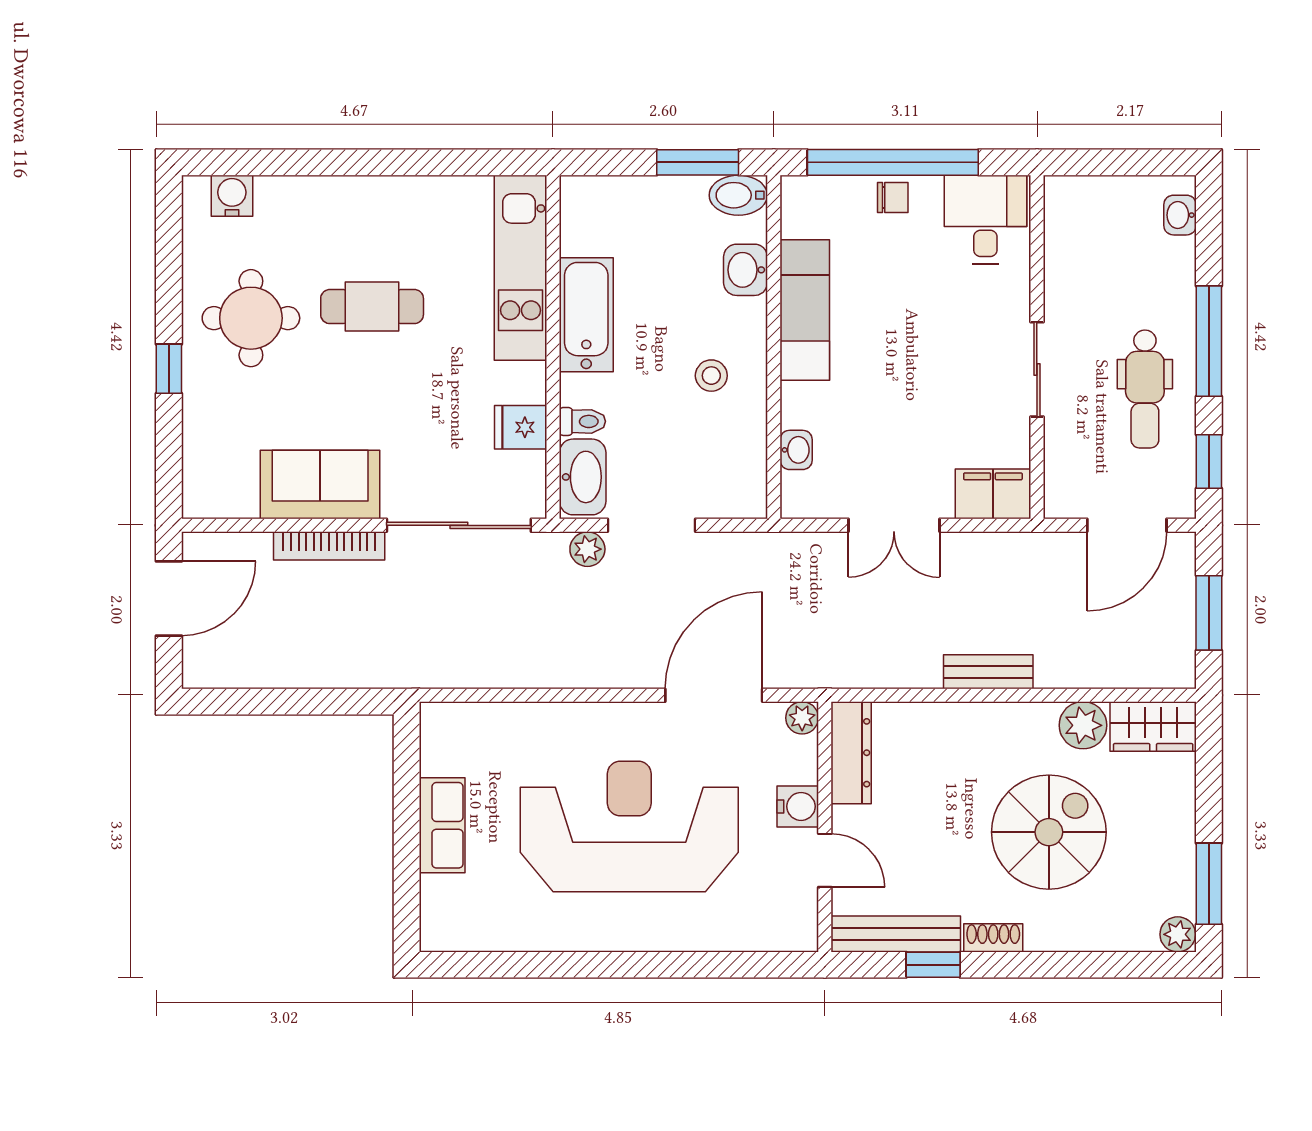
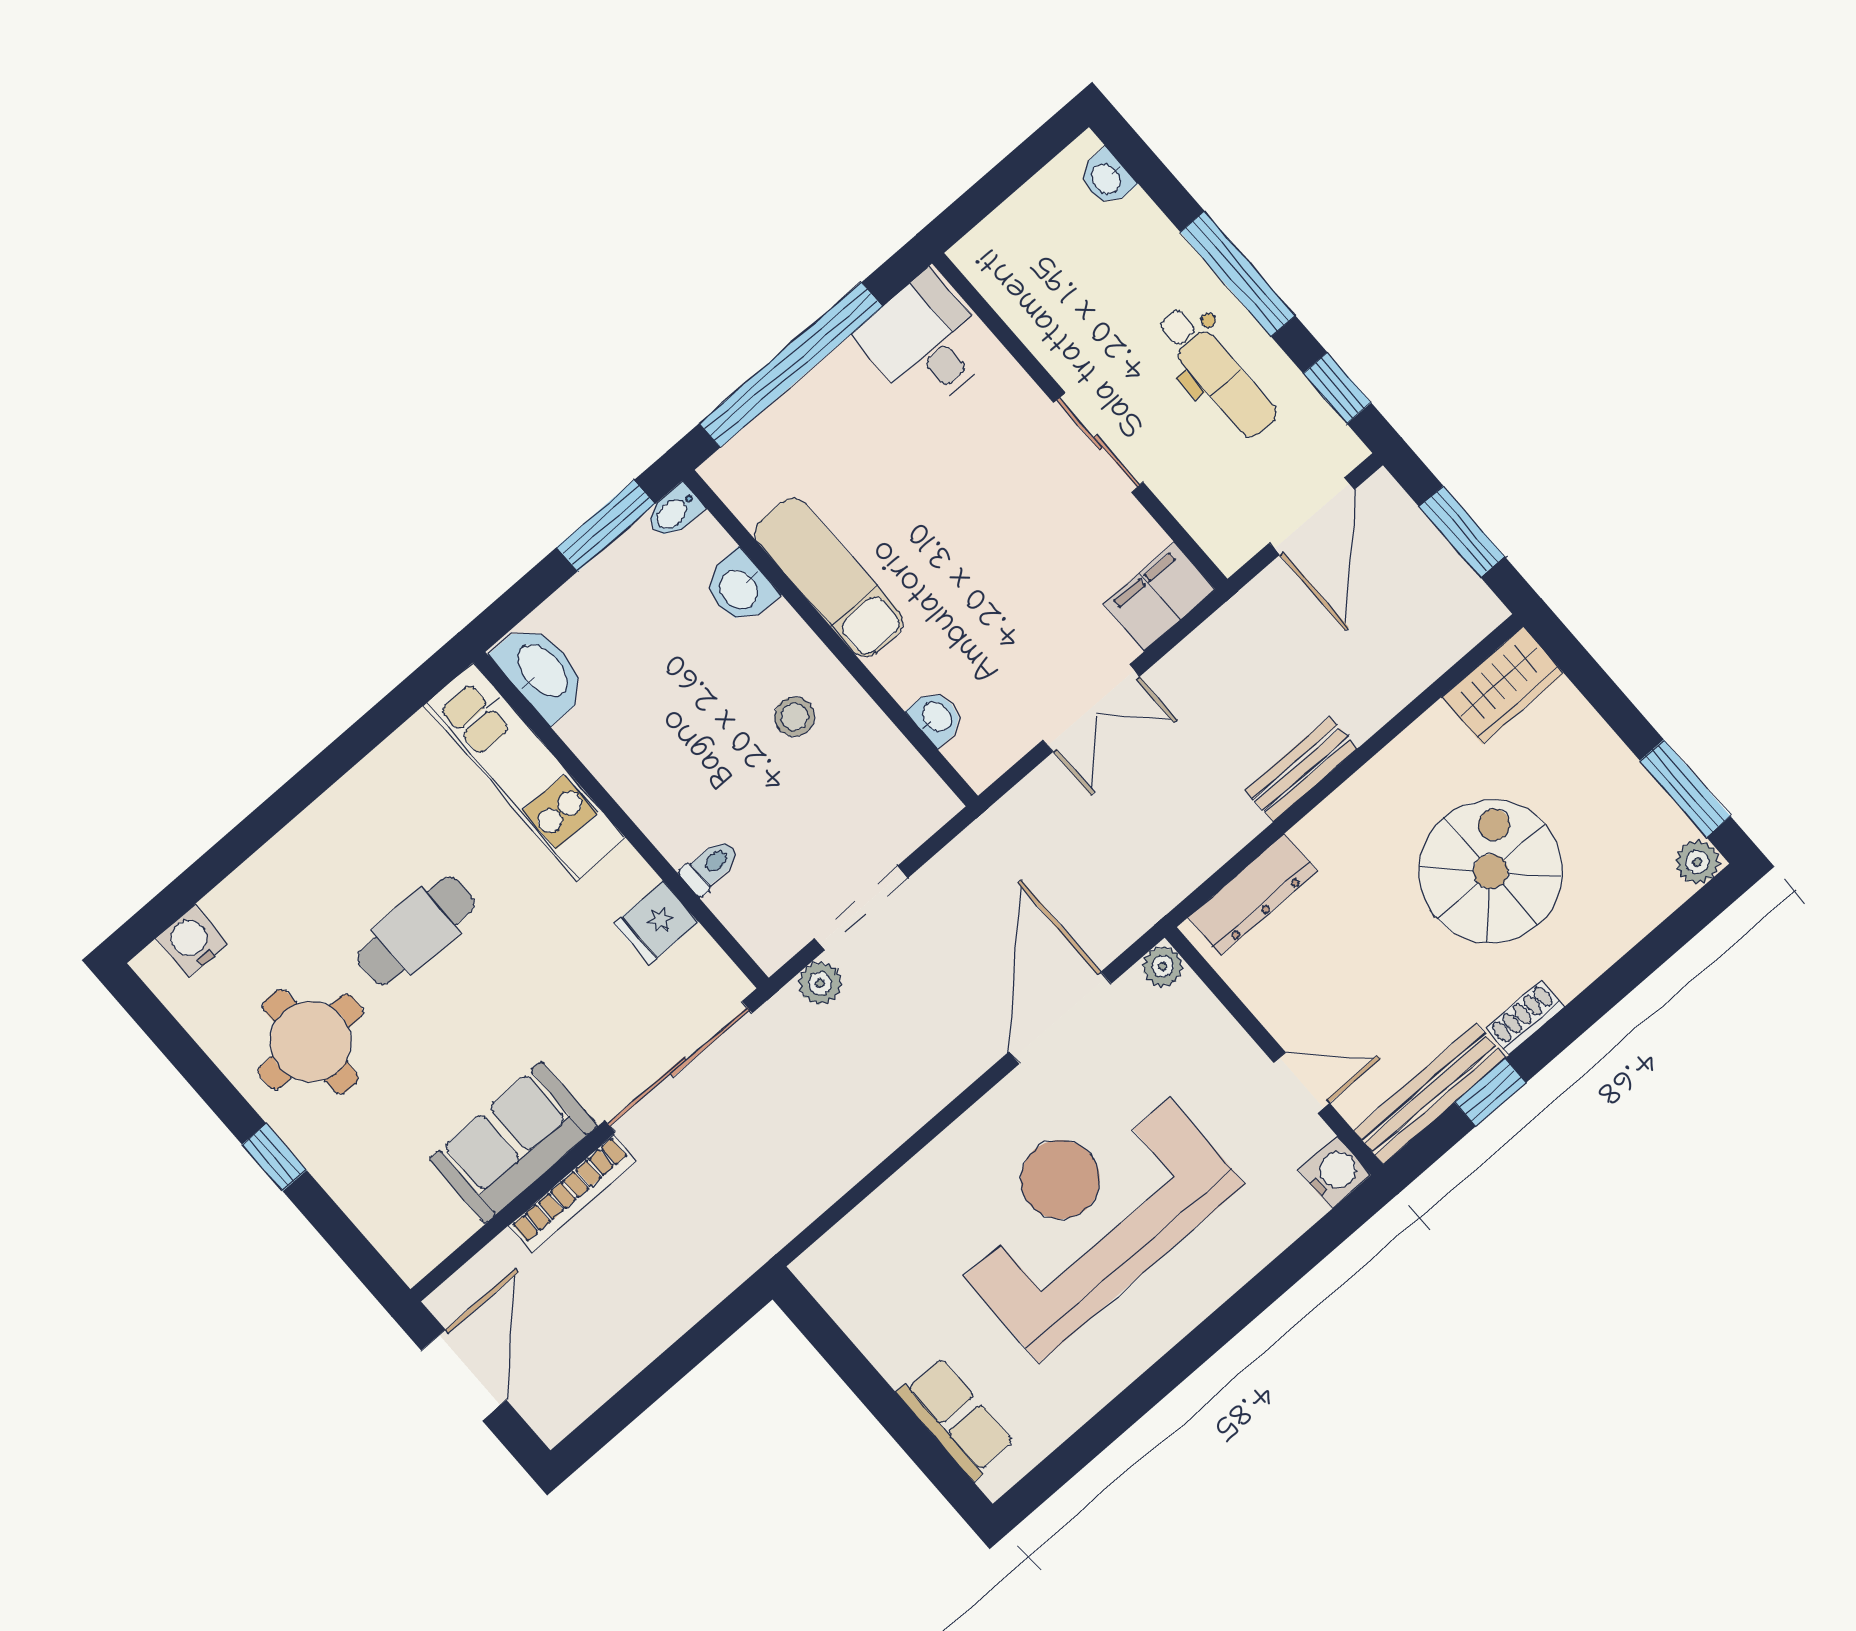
bidet: (738, 195) -> (674, 512), width x0.72, depth x0.74
chair: (893, 197) -> (820, 398), removed
bathtub: (586, 315) -> (626, 762), removed
washbasin: (583, 477) -> (541, 672), moved
plant: (1083, 725) -> (1435, 742), removed
dresser: (851, 753) -> (1253, 894), moved, turned 90
water cooler: (798, 806) -> (1335, 1172), moved
row of seats: (442, 825) -> (956, 1418), moved

